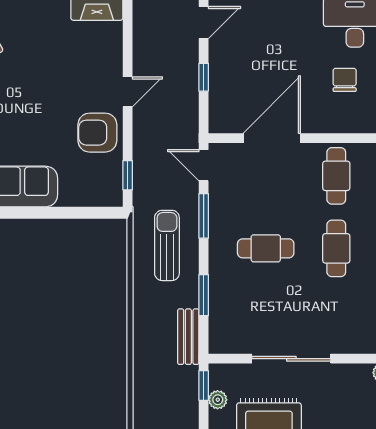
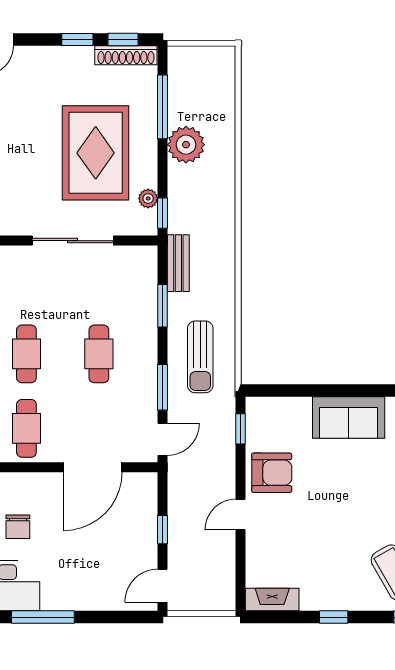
door: (204, 165) -> (163, 439), hinge flipped
cafe table: (266, 248) -> (99, 354), turned 90

